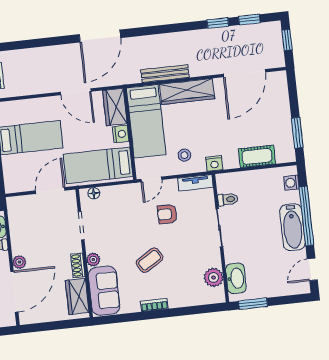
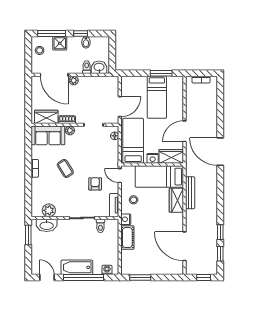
wardrobe: (187, 91) -> (176, 200), width x0.67
cot: (257, 156) -> (127, 238), moved
door: (50, 191) -> (120, 107), hinge flipped

